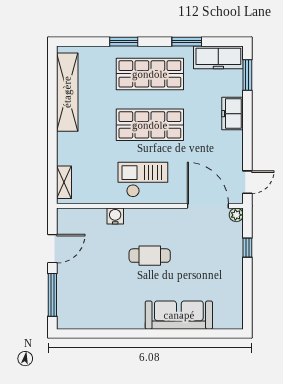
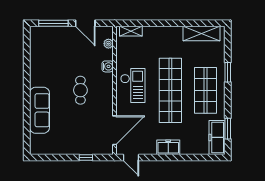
window: (187, 42) -> (228, 129), moved
window: (247, 75) -> (205, 157), removed
shelving: (67, 92) -> (202, 33), width x0.68
freezer: (233, 114) -> (168, 147), moved
shop shelf: (150, 125) -> (170, 90), width x1.40
plant: (236, 215) -> (108, 44), moved

